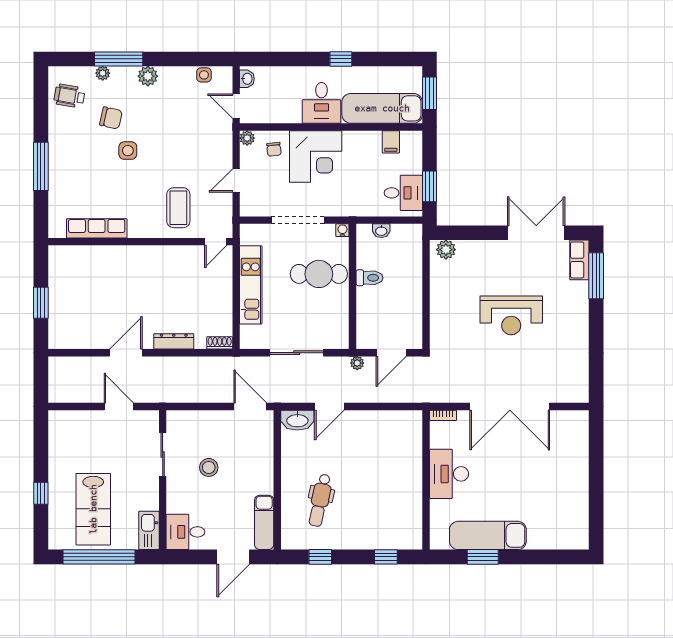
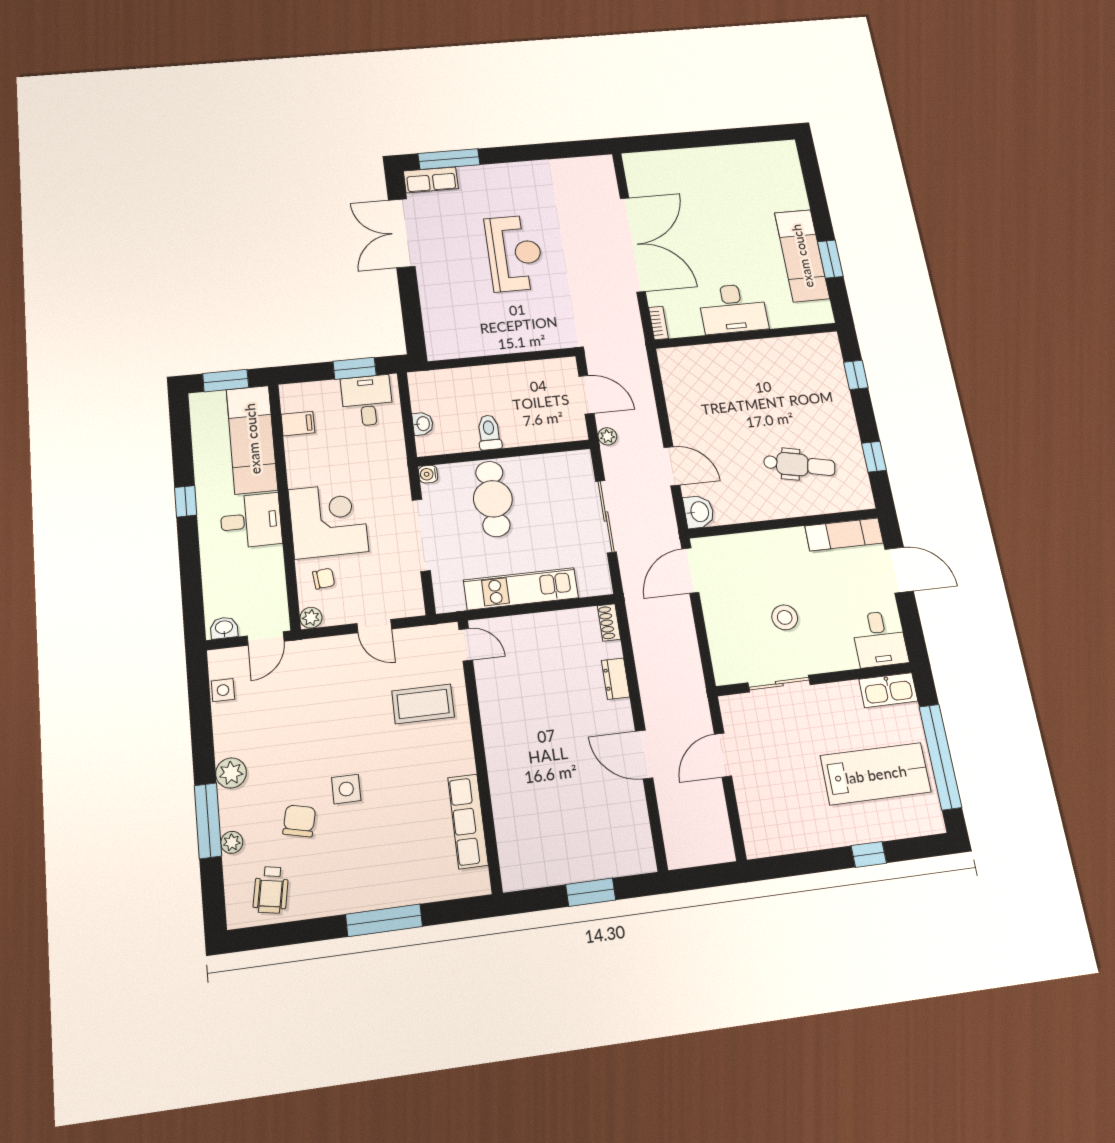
plant: (446, 250) -> (438, 340), removed
dresser: (174, 341) -> (616, 679), width x0.70
washbasin: (297, 420) -> (699, 512), width x0.72

